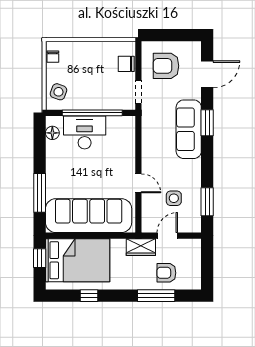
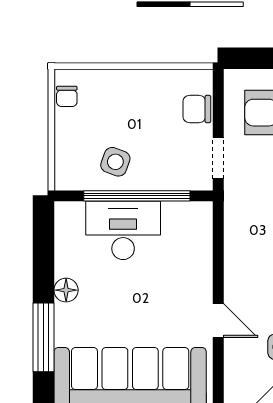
side table: (58, 92) -> (115, 162), moved
floor lamp: (52, 133) -> (66, 290), moved

